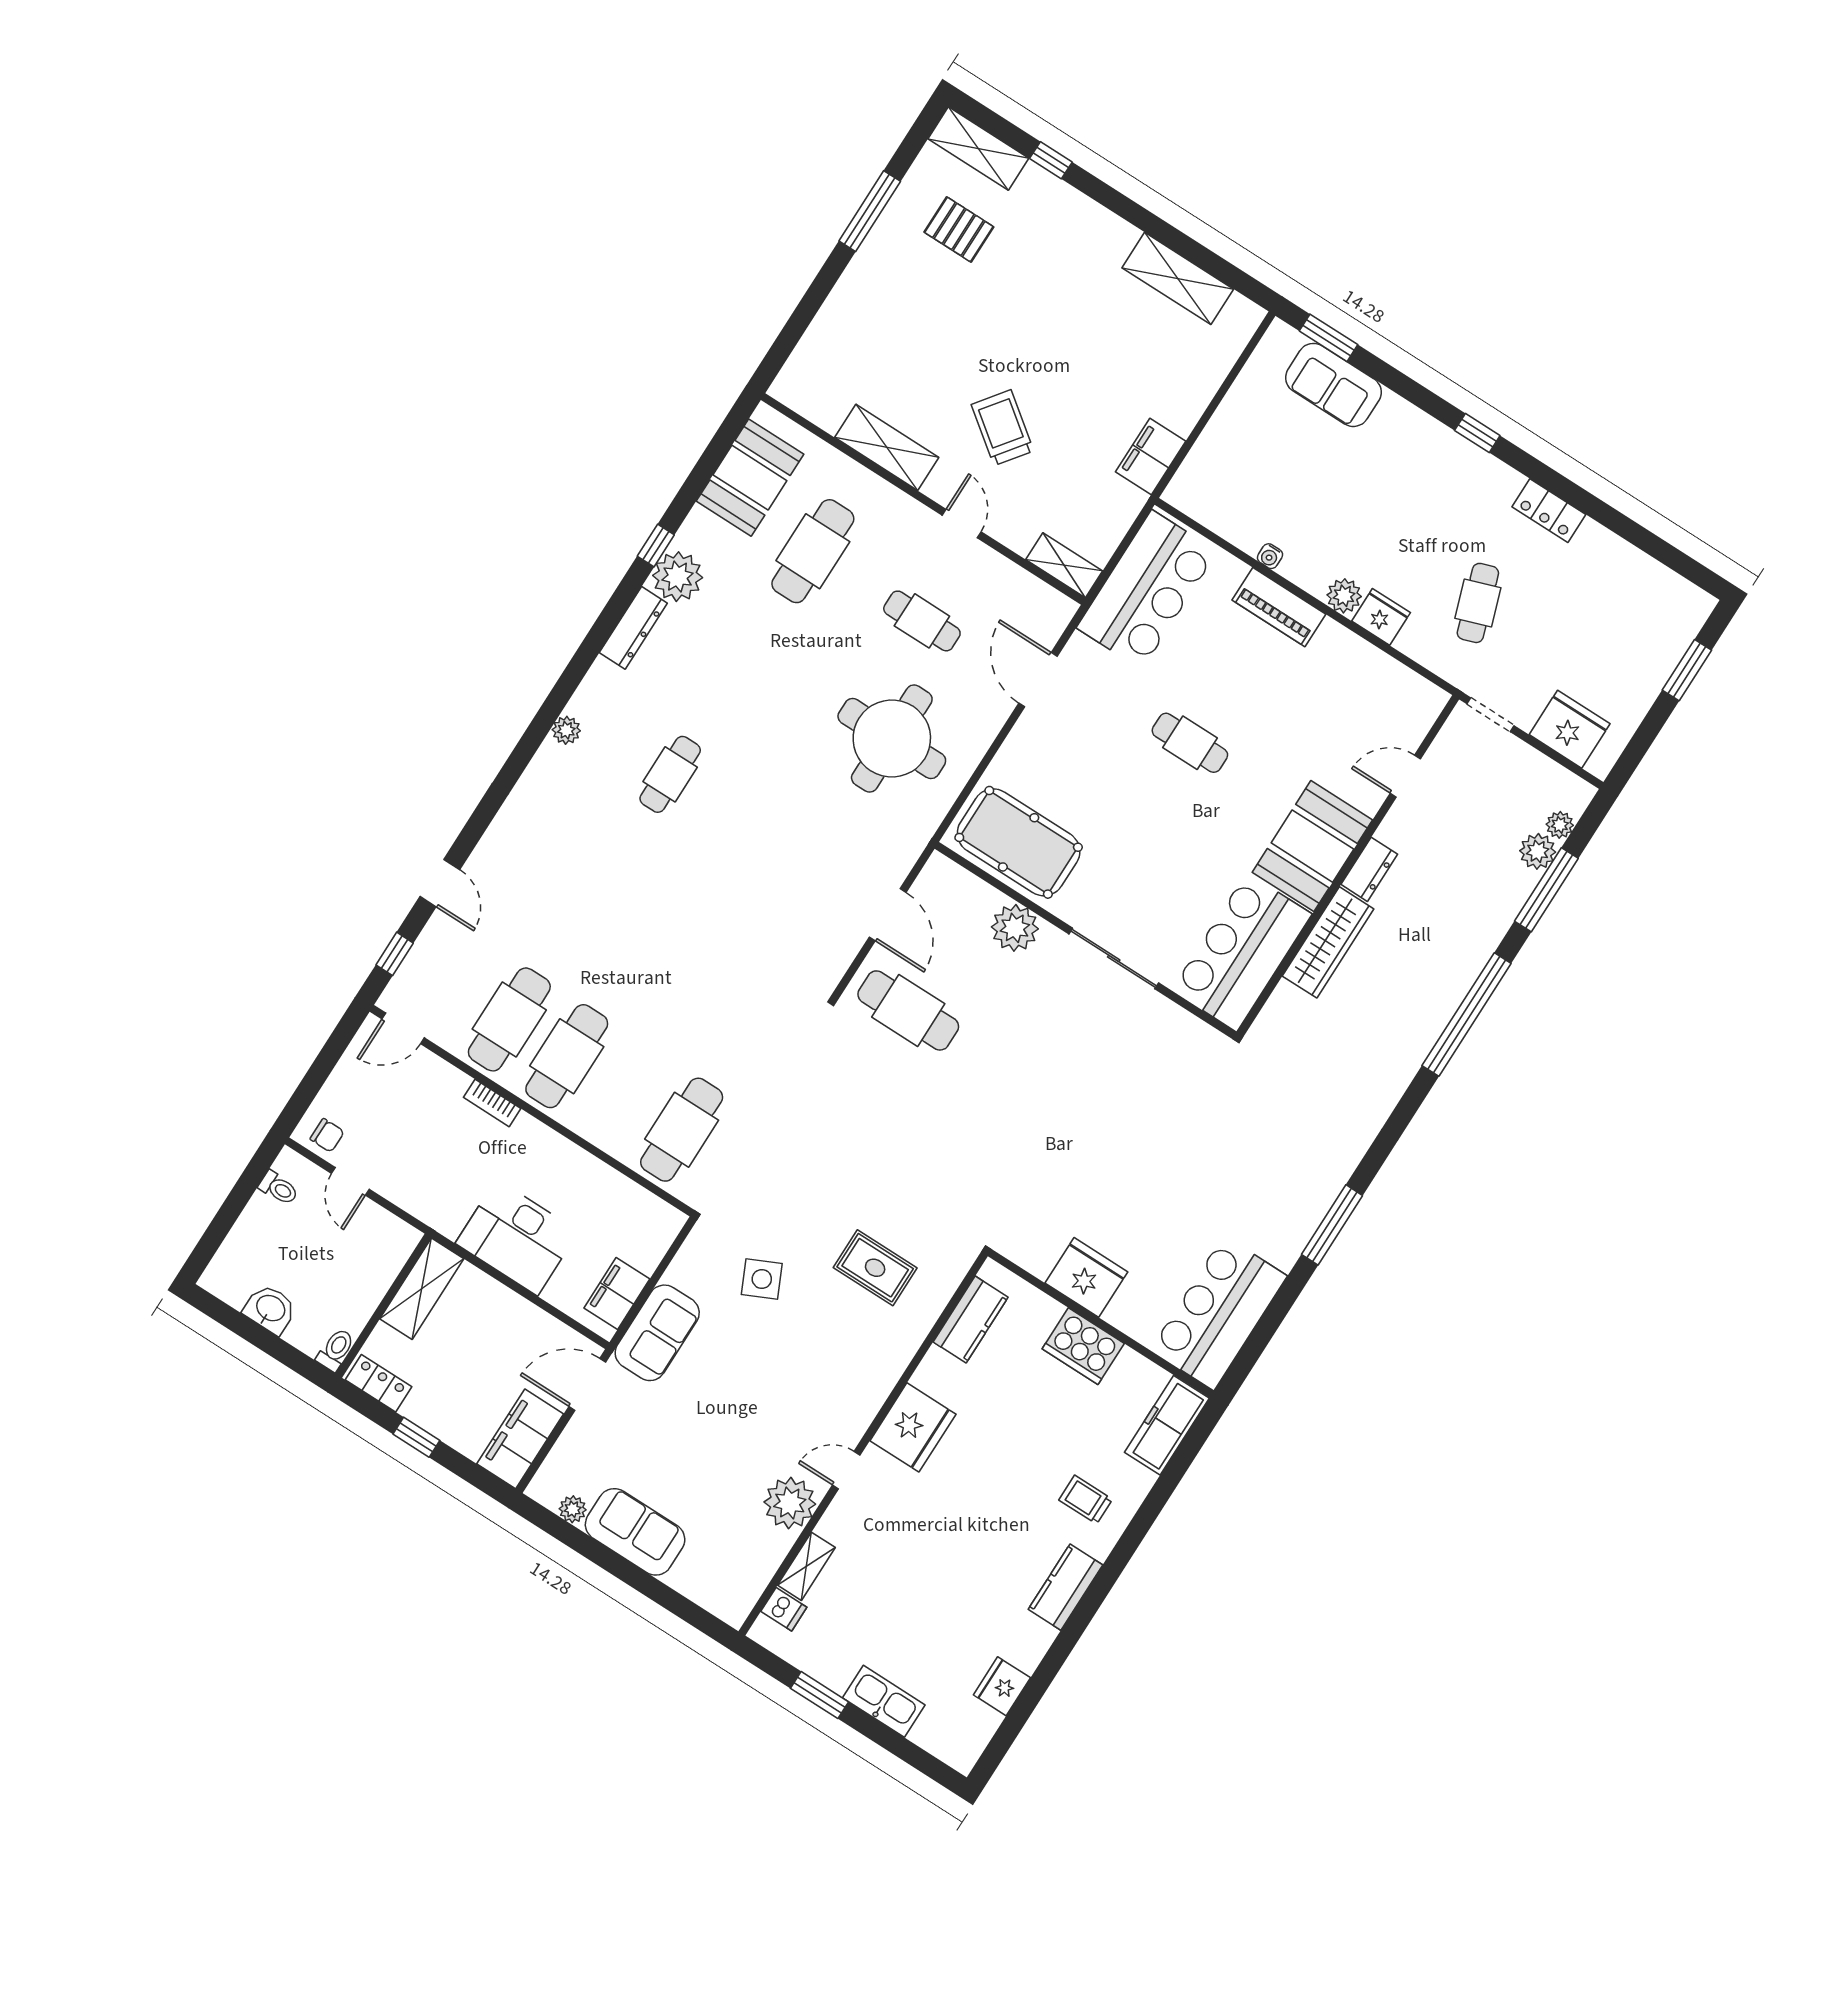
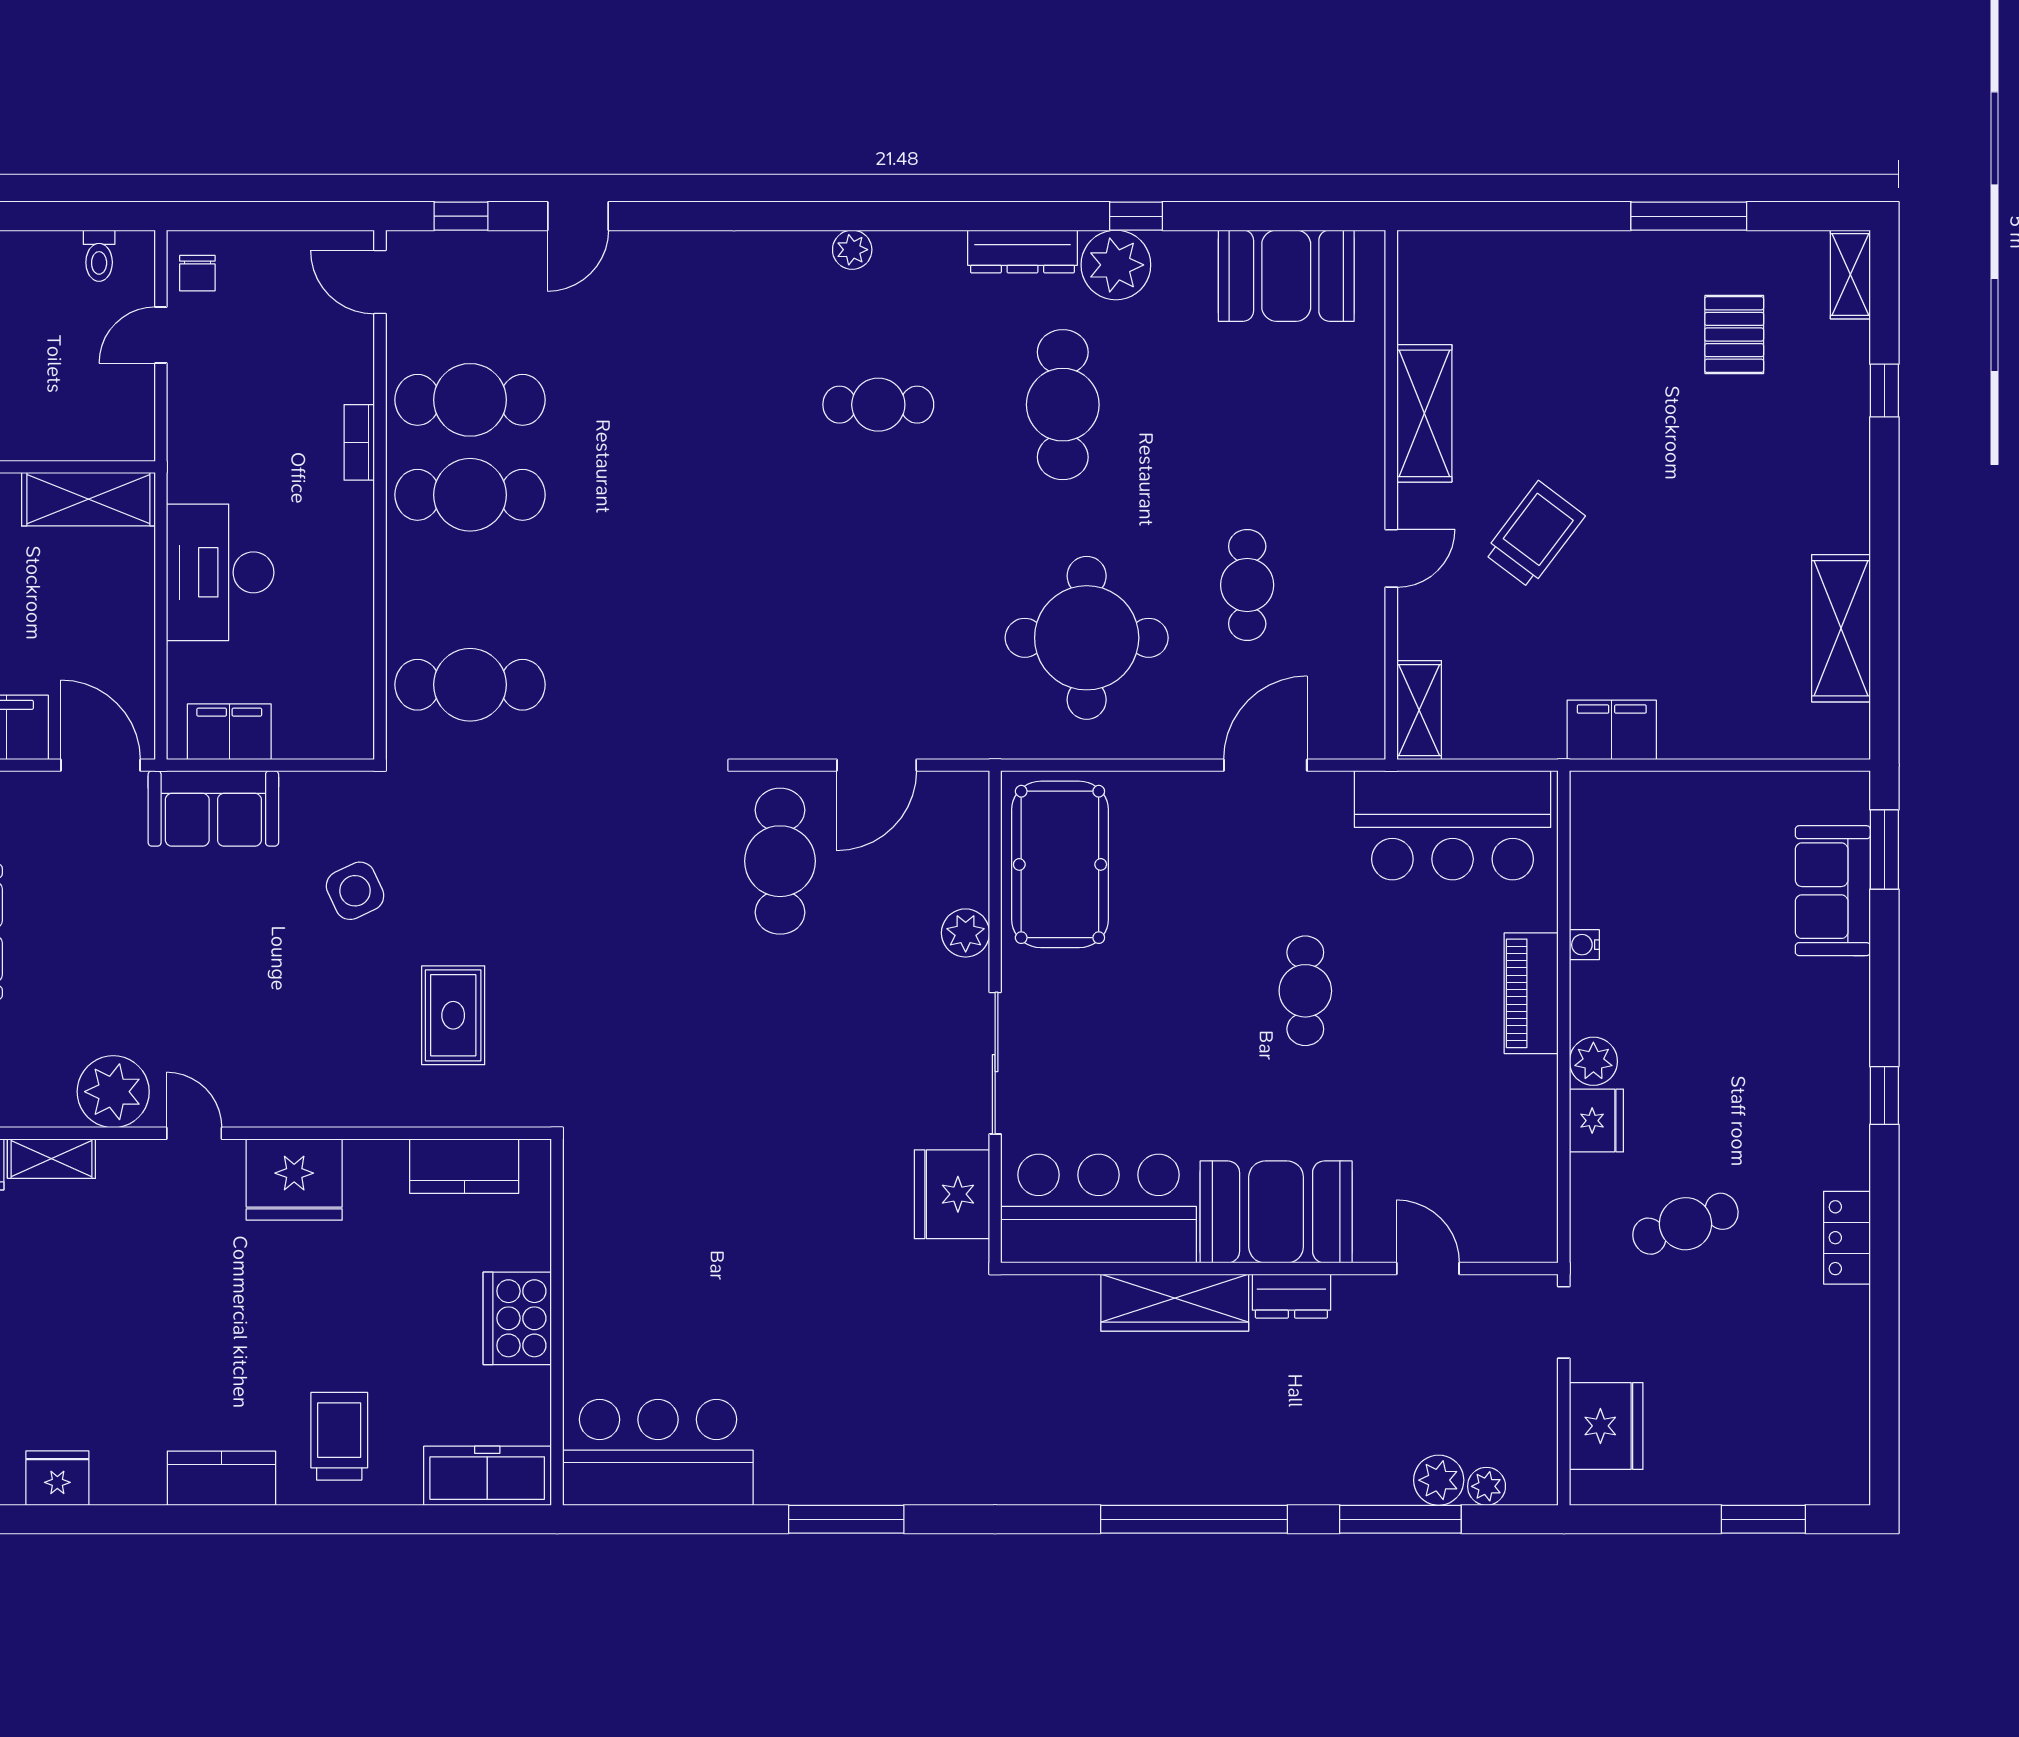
shelving: (978, 149) -> (1850, 274), width x0.67, depth x0.75
cafe table: (813, 551) -> (1063, 405), moved, turned 90
plant: (1015, 928) -> (966, 933), width x0.73, depth x0.73
fridge: (1086, 1277) -> (952, 1194), moved, turned 180
trolley: (1086, 1500) -> (339, 1436), width x1.36, depth x1.39

